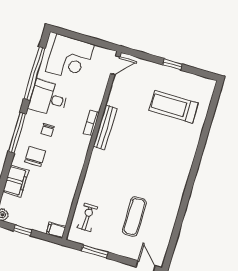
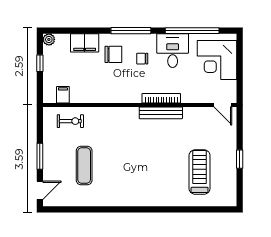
bookcase: (91, 123) -> (161, 98), width x1.56
exercise mat: (134, 217) -> (84, 166), turned 90
filing cabinet: (56, 230) -> (63, 95), moved
window: (95, 251) -> (40, 156), moved

